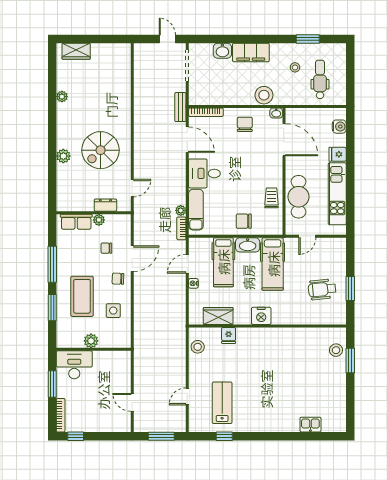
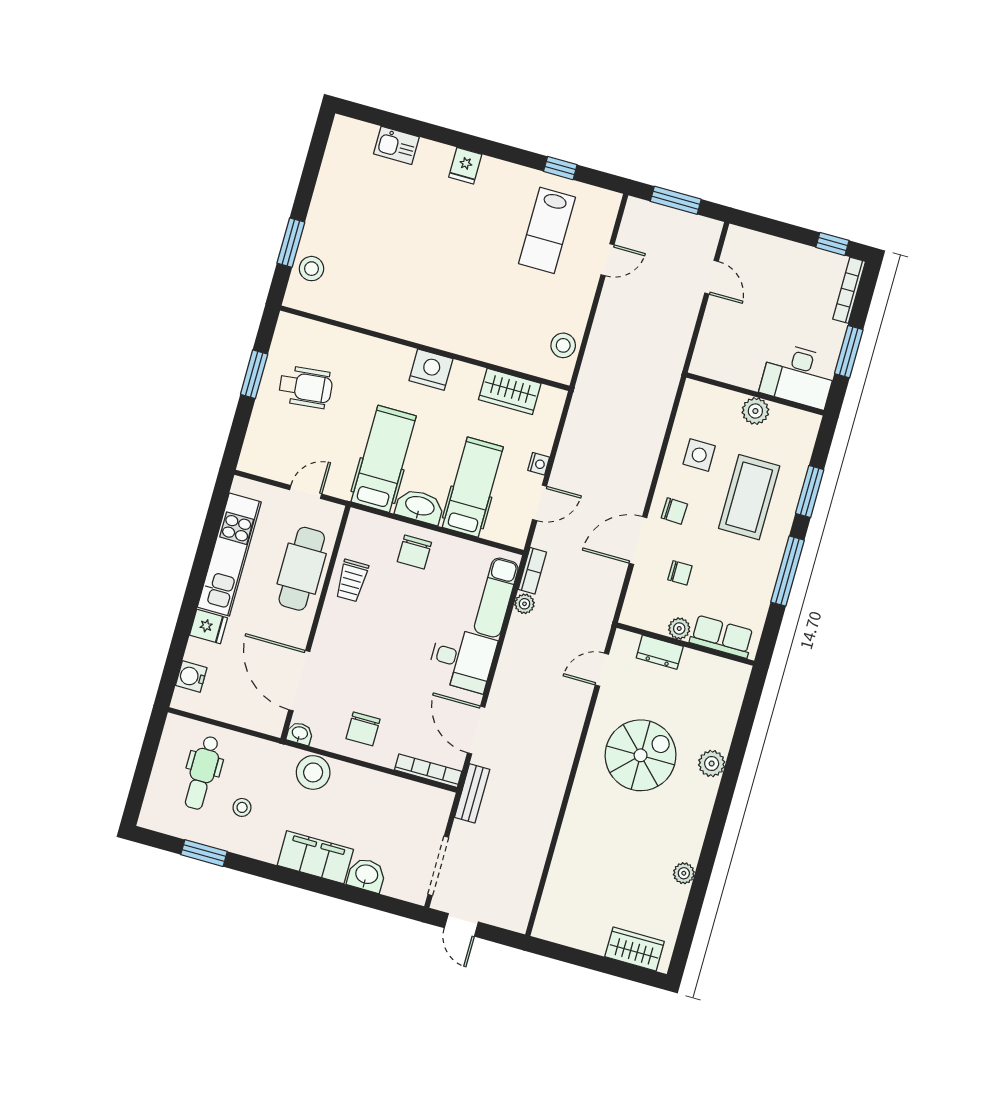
chair: (244, 221) -> (414, 552), turned 90
fridge: (229, 335) -> (465, 166), moved, turned 180

